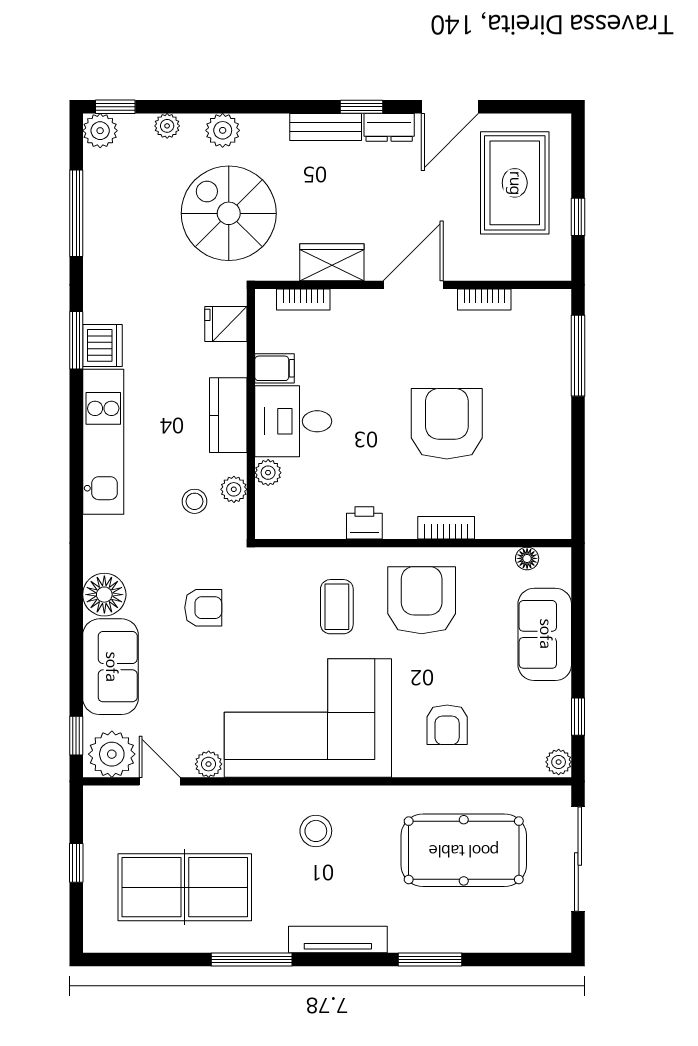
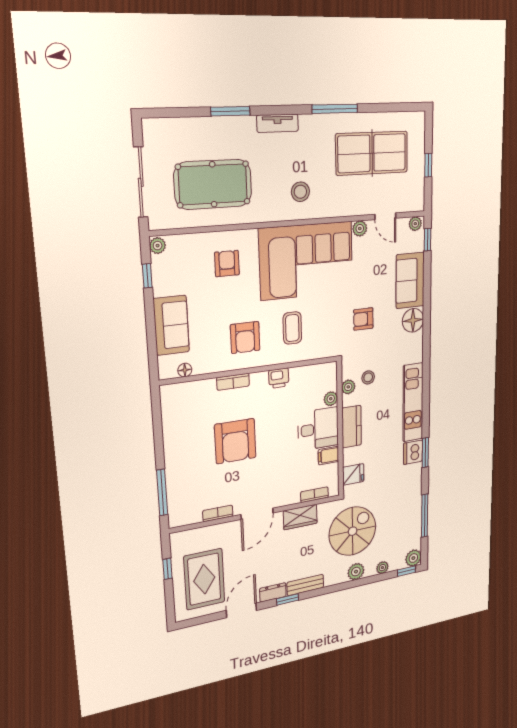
spiral stairs: (229, 213) -> (353, 531), turned -90
armchair: (422, 600) -> (245, 337), width x0.73, depth x0.73
plant: (112, 754) -> (415, 224), width x0.53, depth x0.53
tv unit: (338, 940) -> (278, 123), width x0.71

